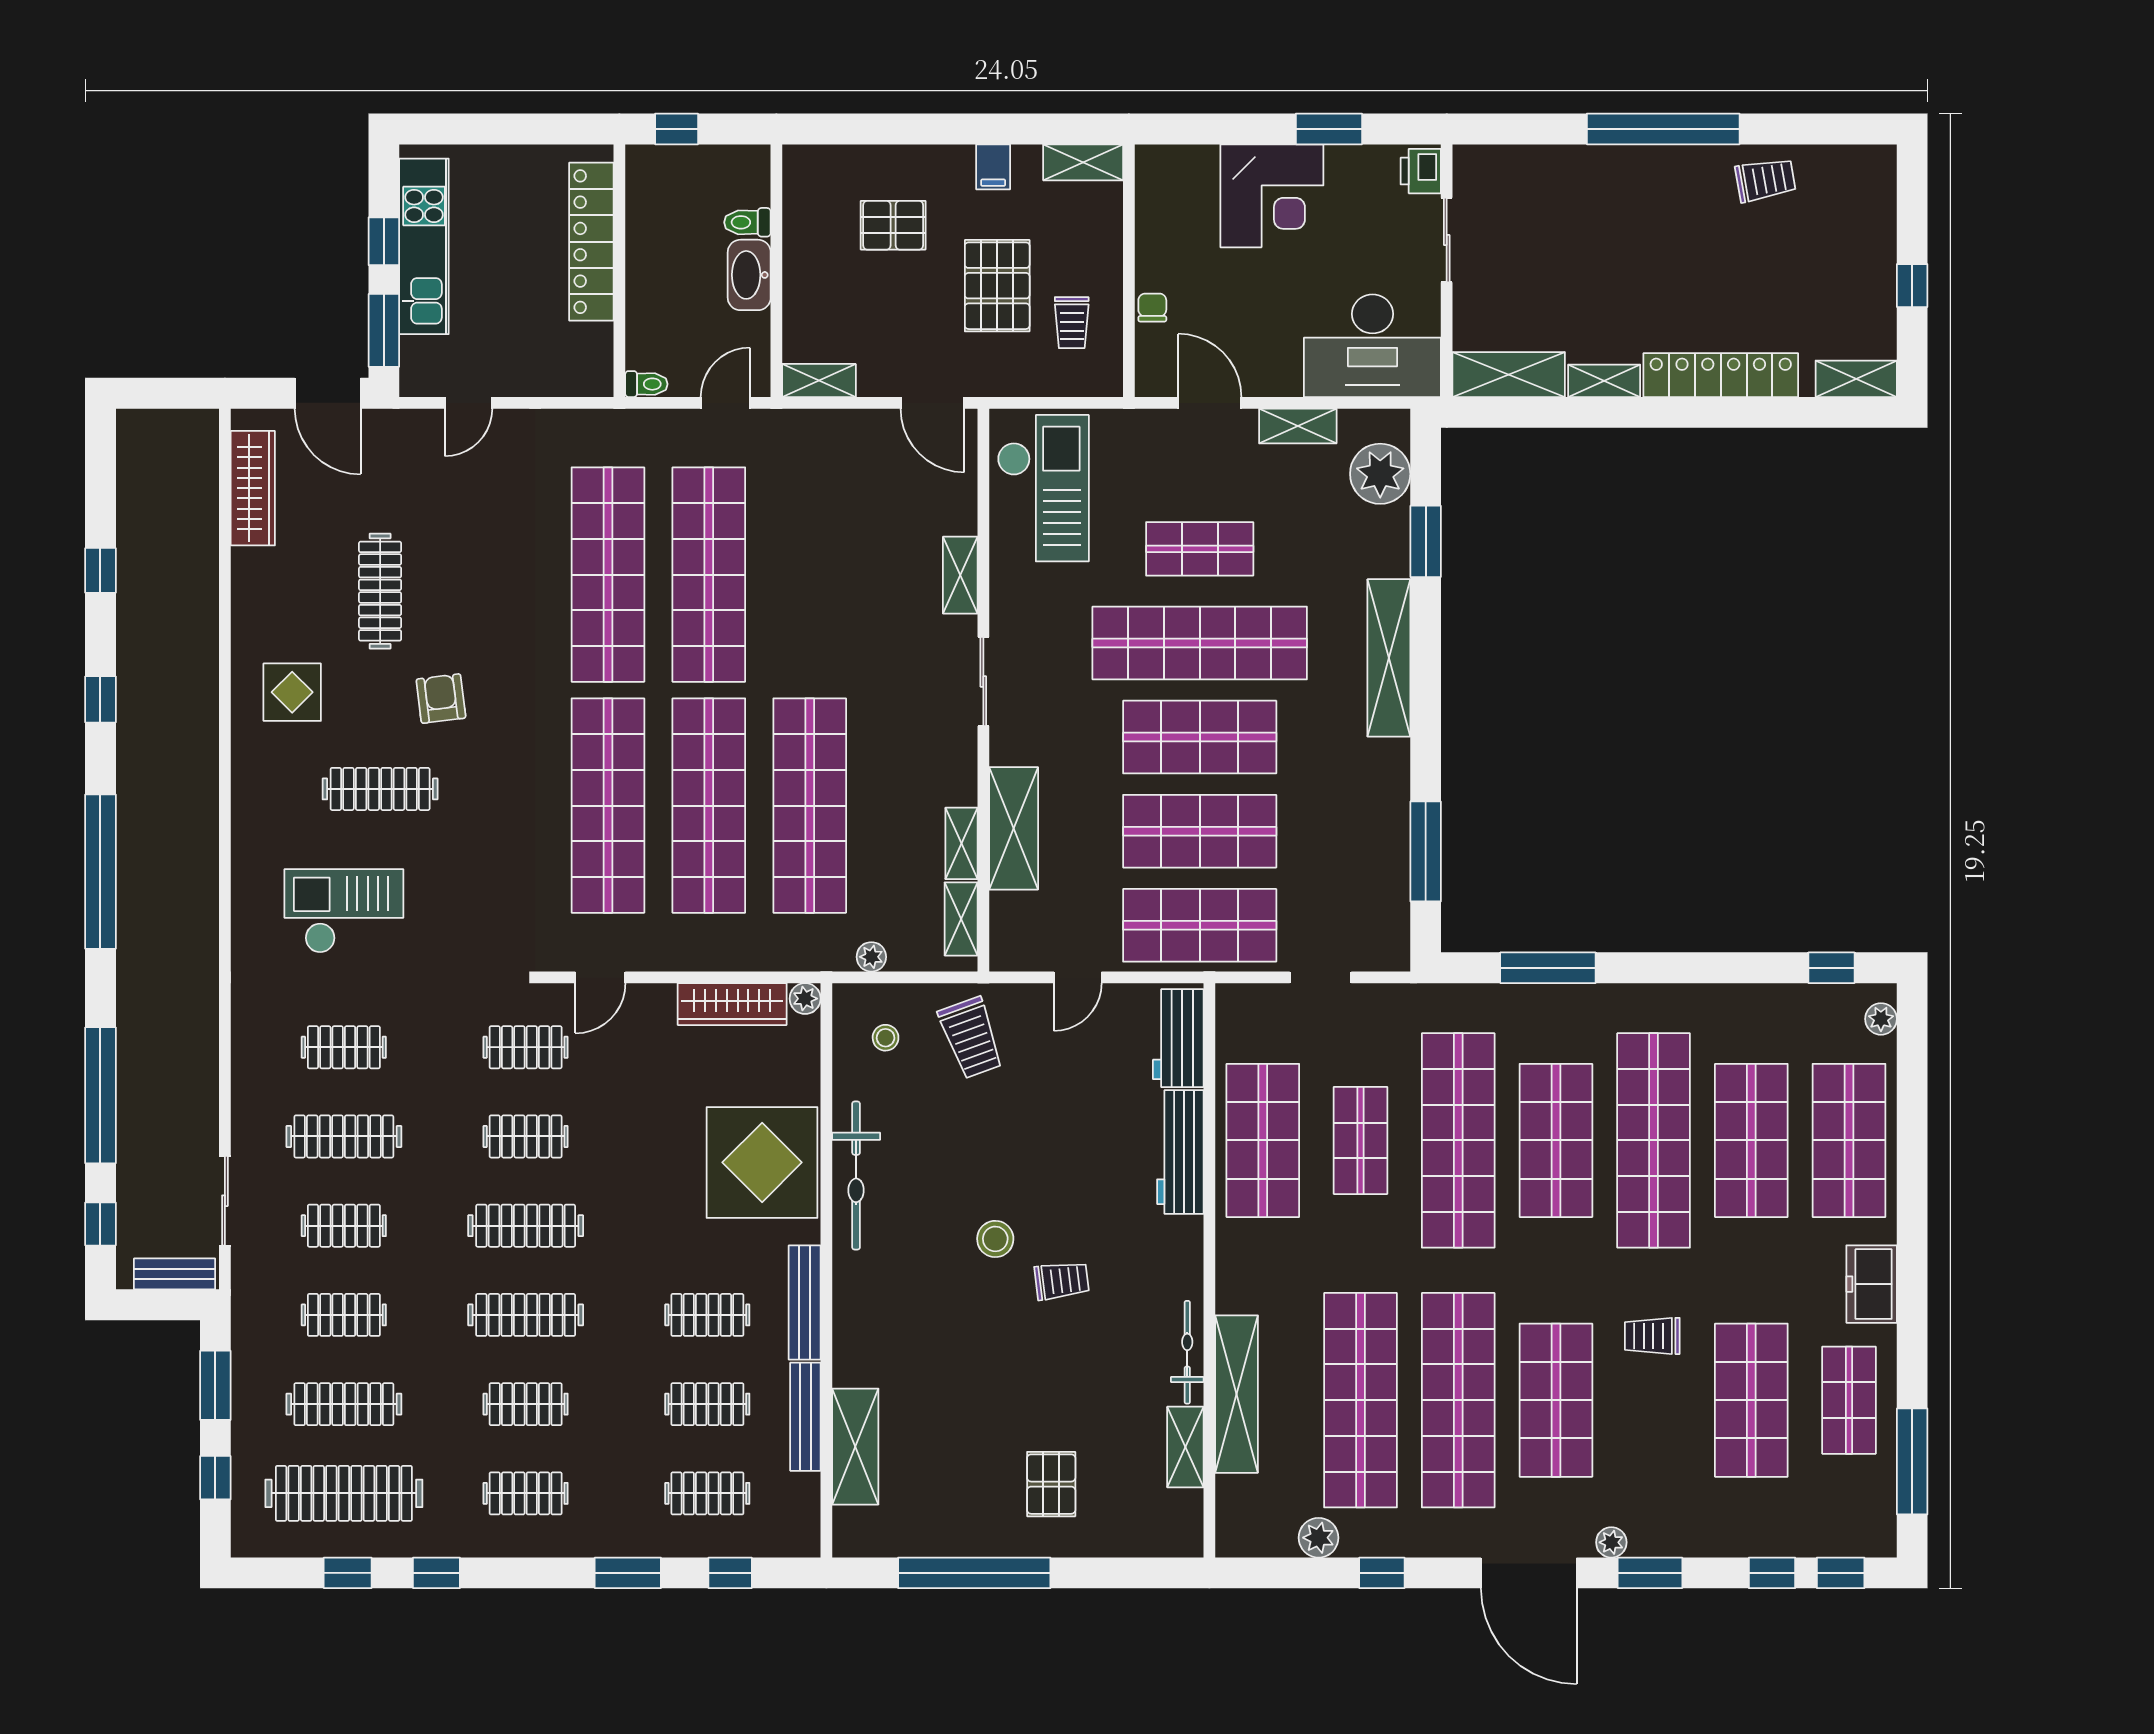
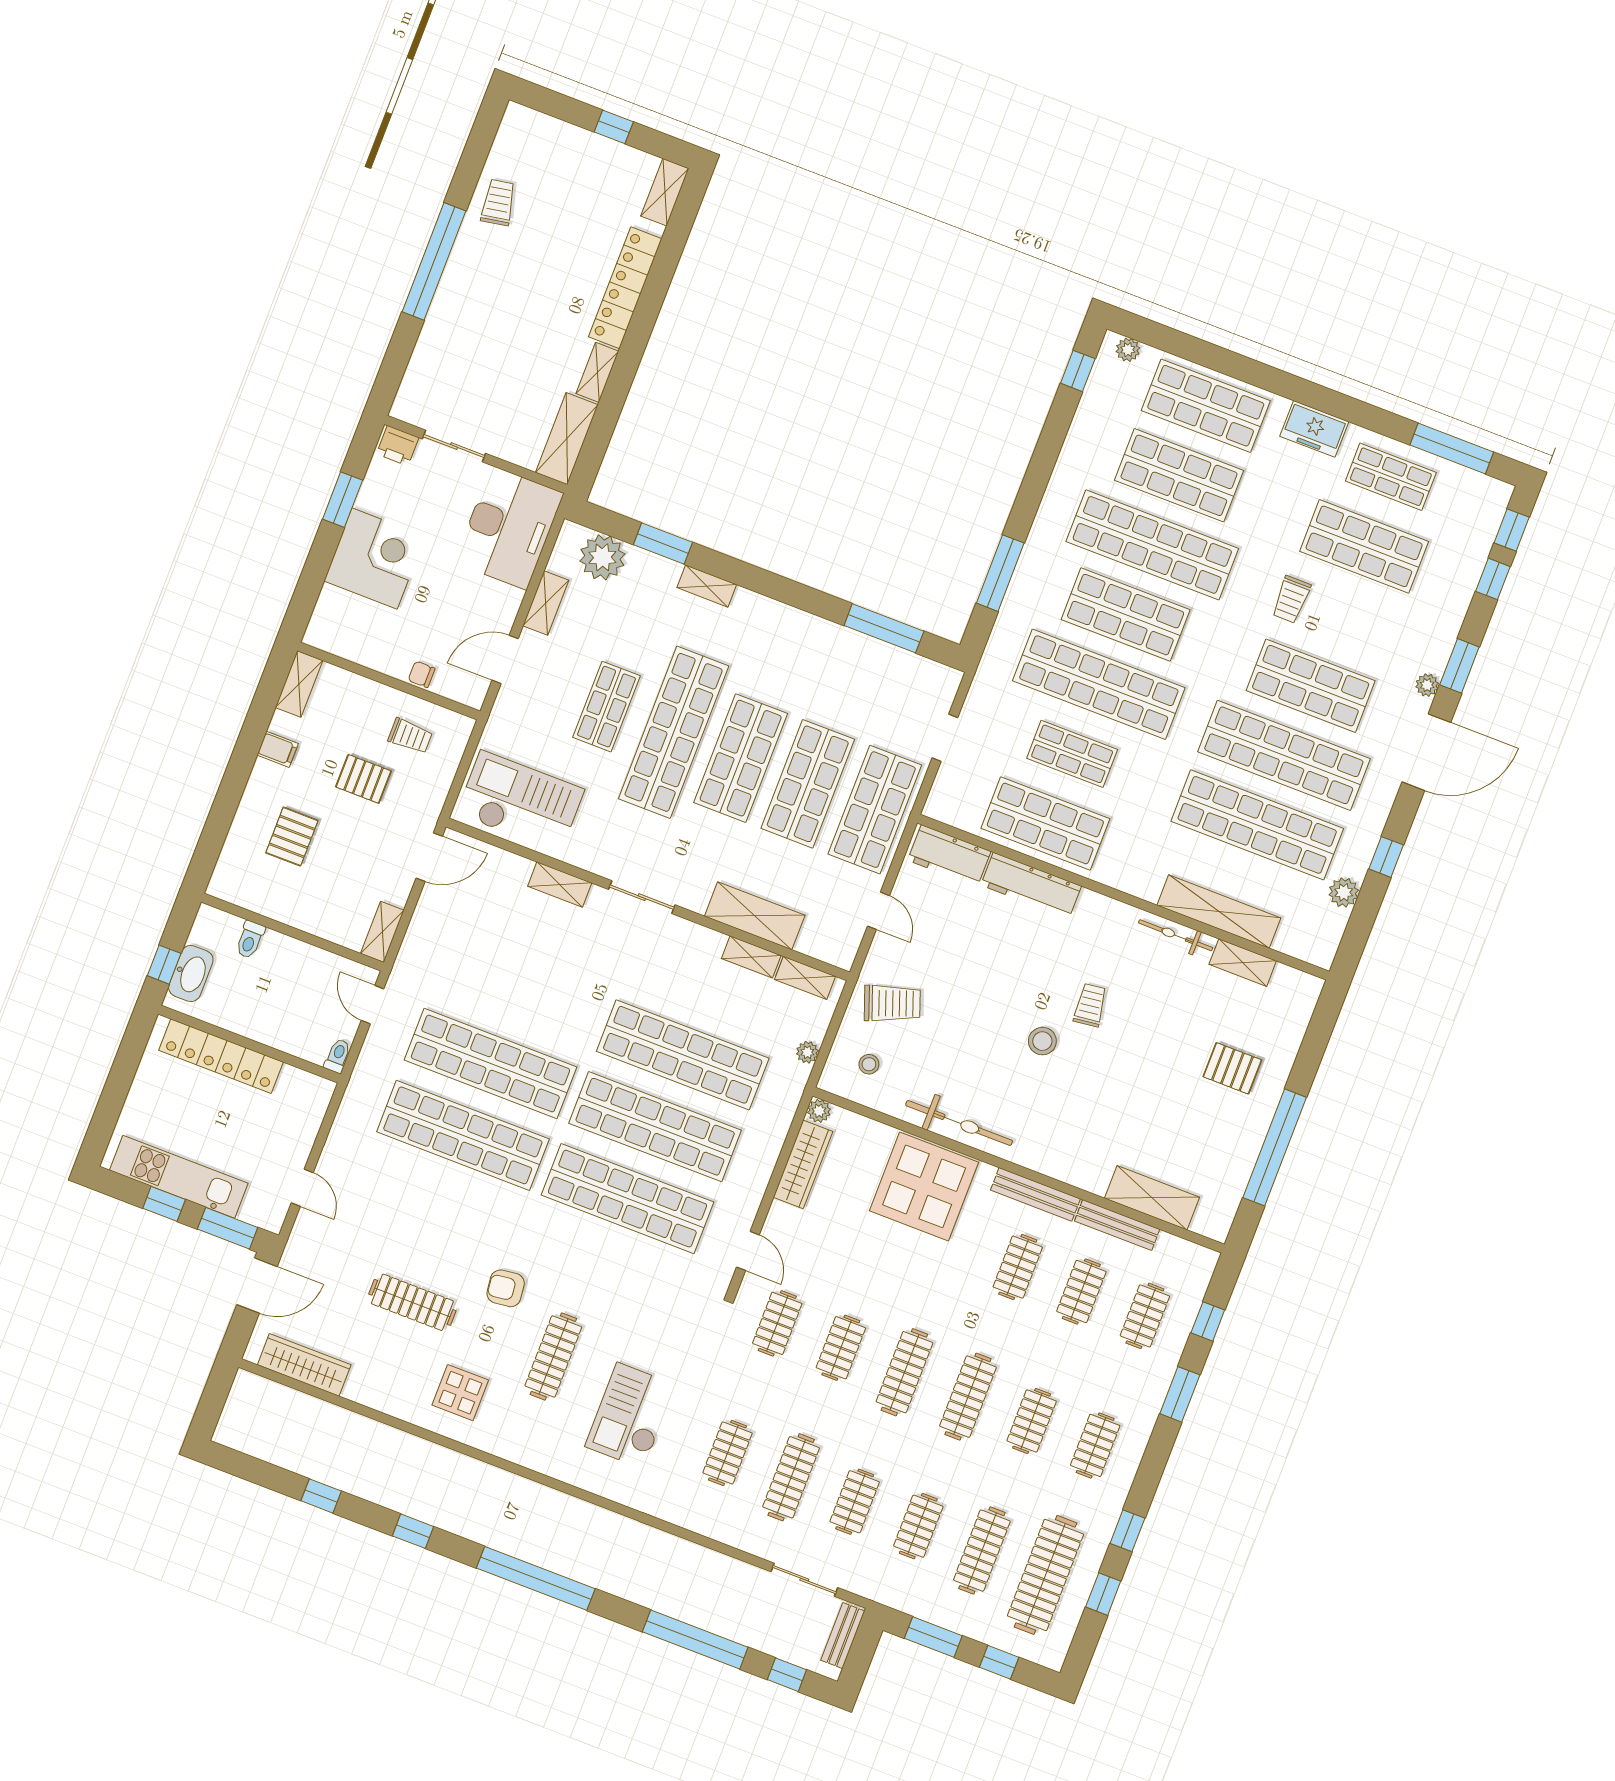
washbasin: (749, 275) -> (191, 974), moved, turned -90
pallet: (997, 286) -> (363, 779), width x0.67, depth x0.71
shelving: (1389, 658) -> (707, 586), width x0.45, depth x0.75

